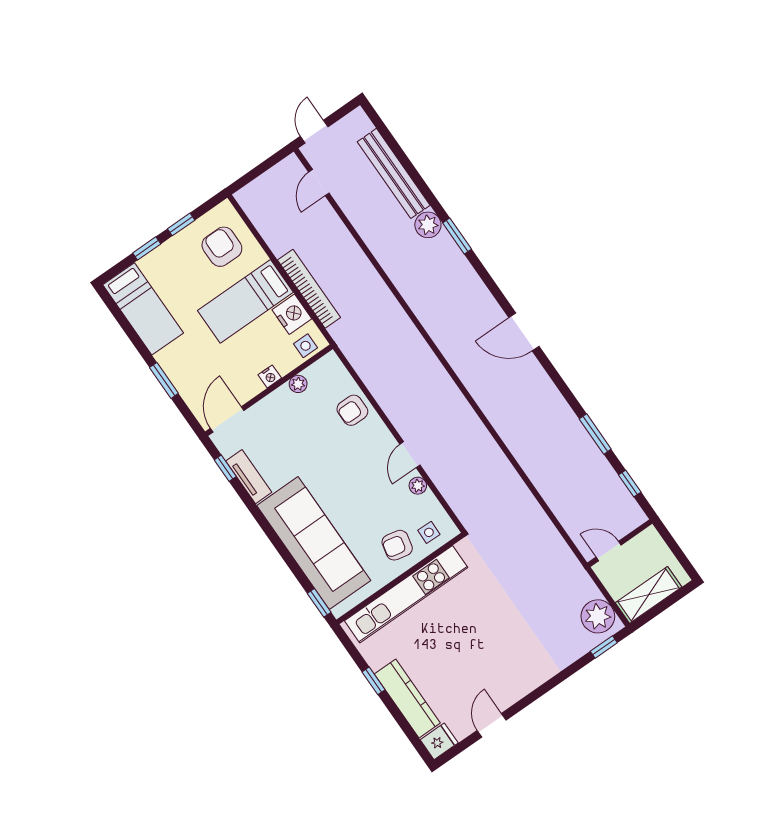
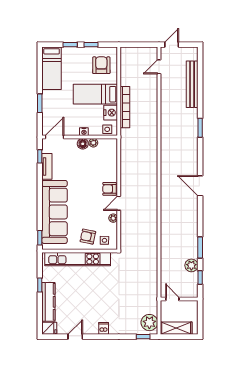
plant: (428, 225) -> (191, 265), moved
floor lamp: (282, 398) -> (83, 144), added
armchair: (352, 410) -> (110, 189), moved
dishwasher: (529, 679) -> (104, 328), added

